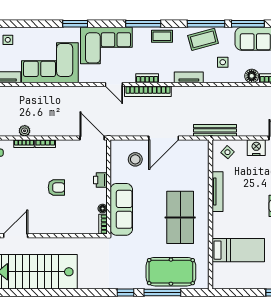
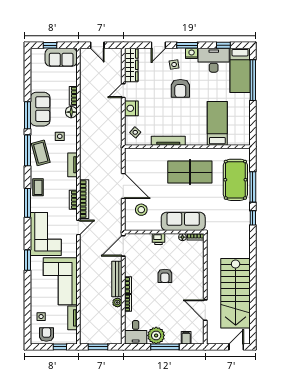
bench: (215, 130) -> (117, 279), moved
armchair: (56, 187) -> (165, 276), turned 180

